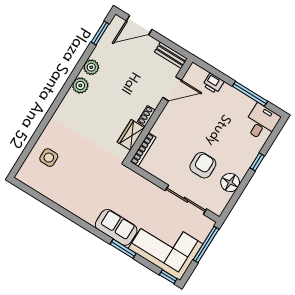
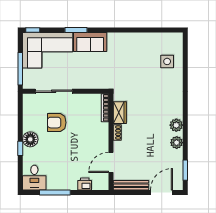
bench: (171, 55) -> (131, 185), width x1.36
armchair: (203, 165) -> (57, 123), turned 90
floor lamp: (230, 183) -> (30, 139), moved

